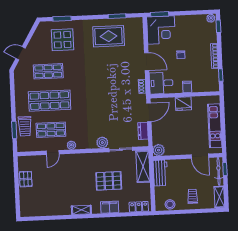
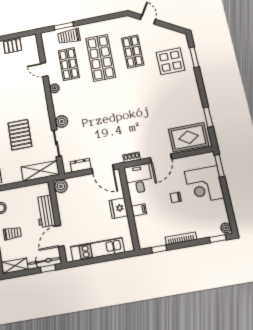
corner desk: (161, 30) -> (204, 185), moved
rug: (109, 36) -> (188, 137), moved, turned 90
workbench: (160, 173) -> (45, 211), moved, turned 90

